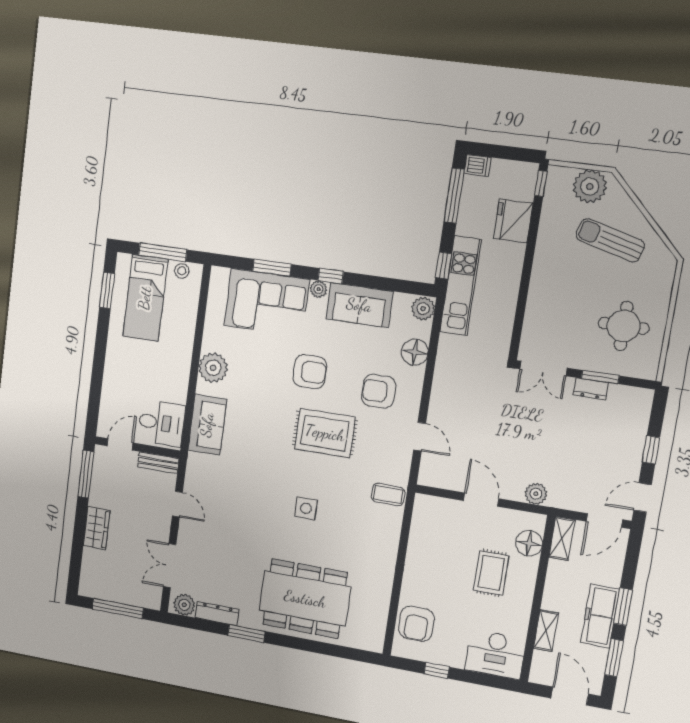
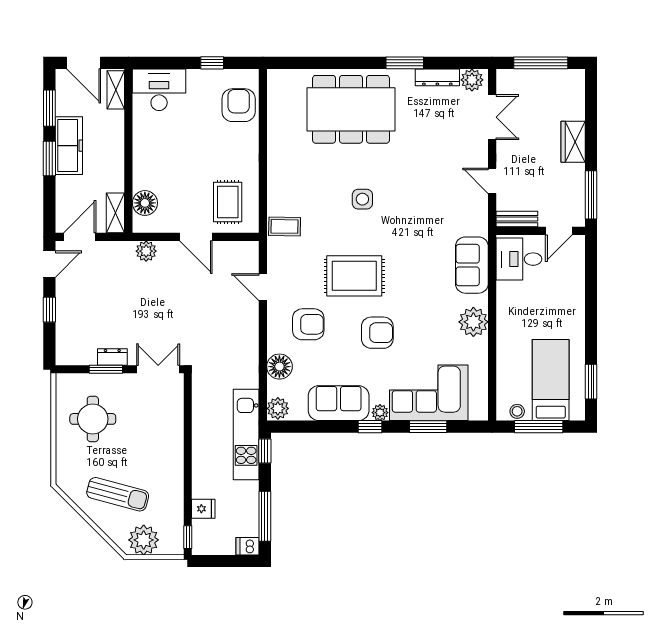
fridge: (513, 221) -> (203, 509), width x0.53, depth x0.75
armchair: (310, 372) -> (377, 333), turned 180
rug: (491, 573) -> (228, 202), moved
shelving: (546, 631) -> (116, 90), moved

